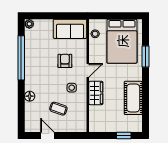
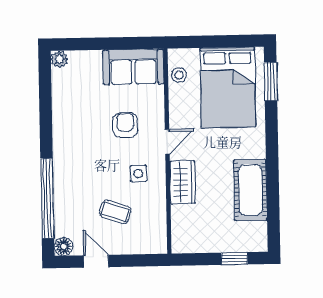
window: (146, 57) -> (271, 81), moved
window: (21, 58) -> (47, 198), moved
floor lamp: (30, 96) -> (64, 247), moved

